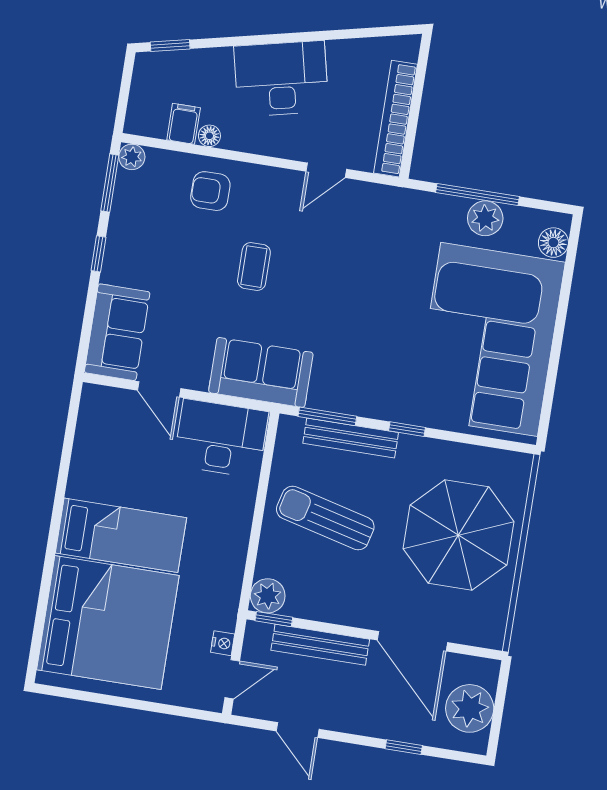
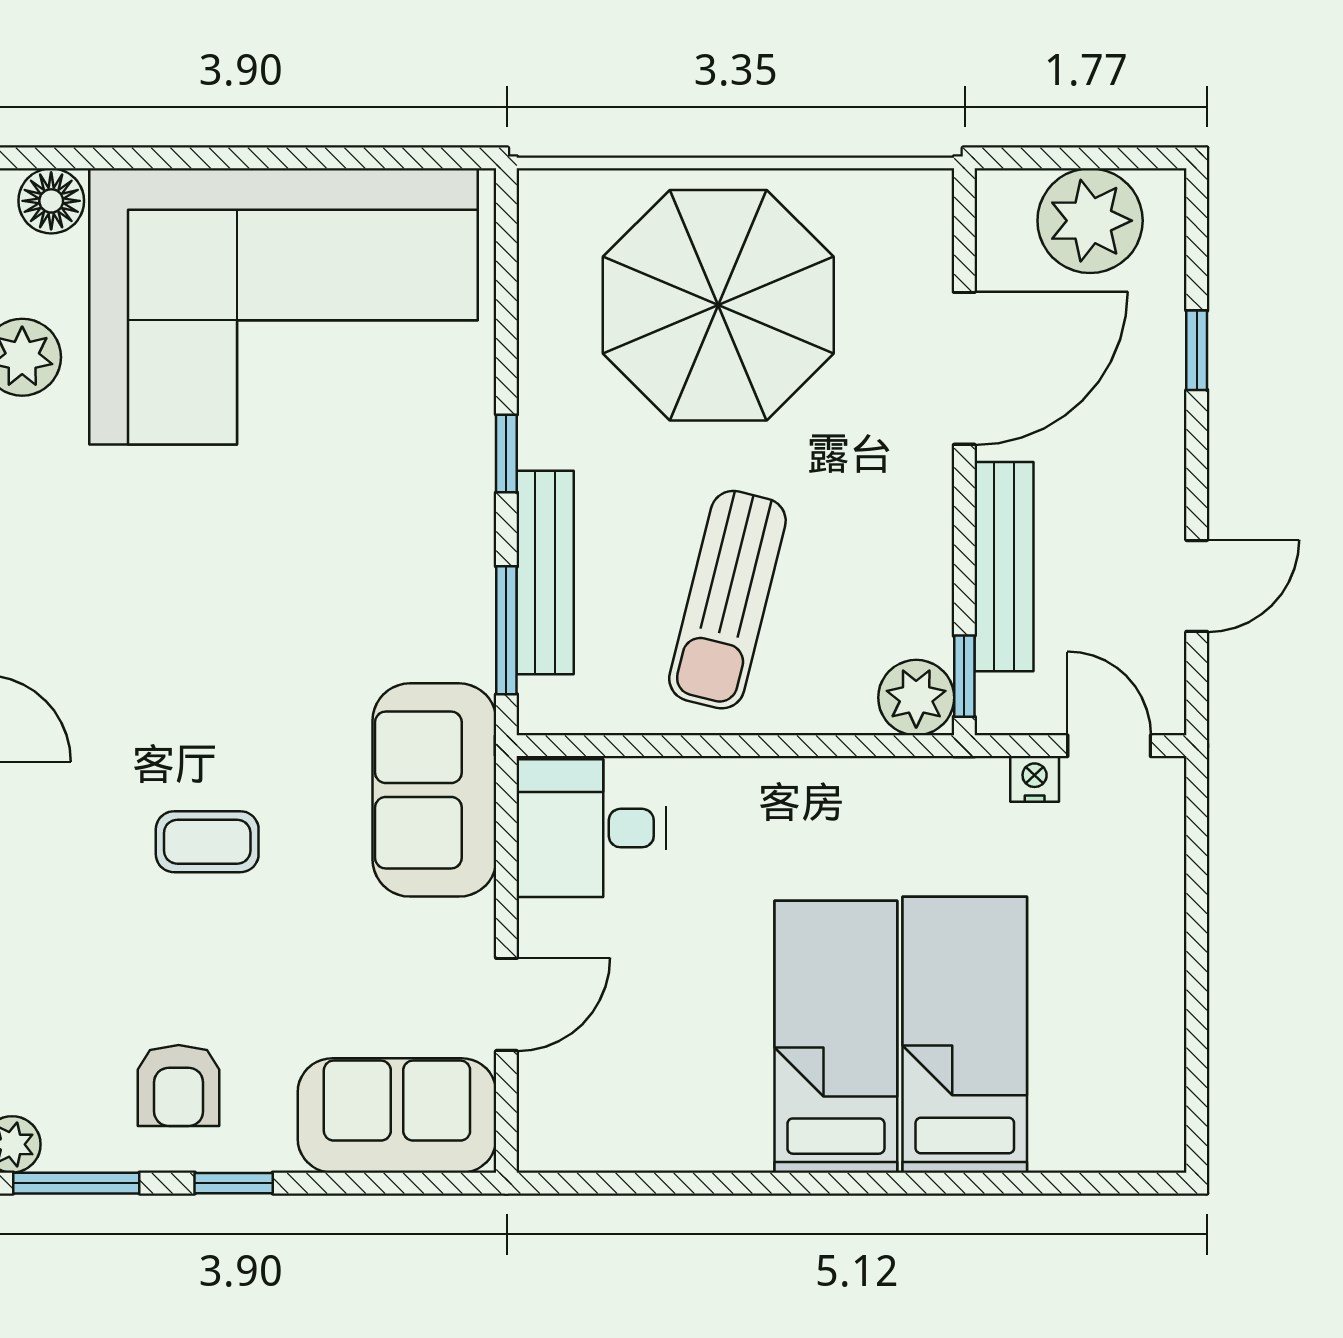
armchair: (210, 191) -> (179, 1086), moved
desk: (221, 438) -> (591, 828), width x0.73
bed: (108, 623) -> (965, 1035), width x0.49

